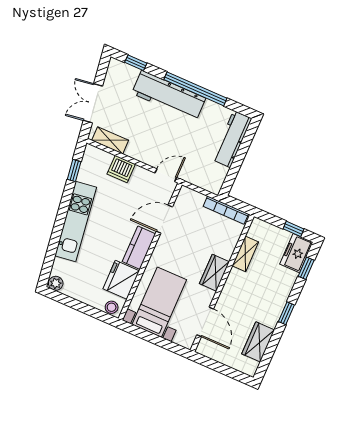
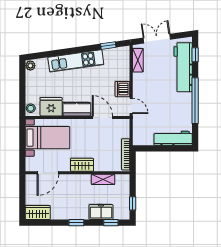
workbench: (169, 96) -> (183, 67), moved
dishwasher: (121, 169) -> (122, 89), moved
freezer: (296, 253) -> (101, 212), moved
wardrobe: (258, 342) -> (38, 212), moved

